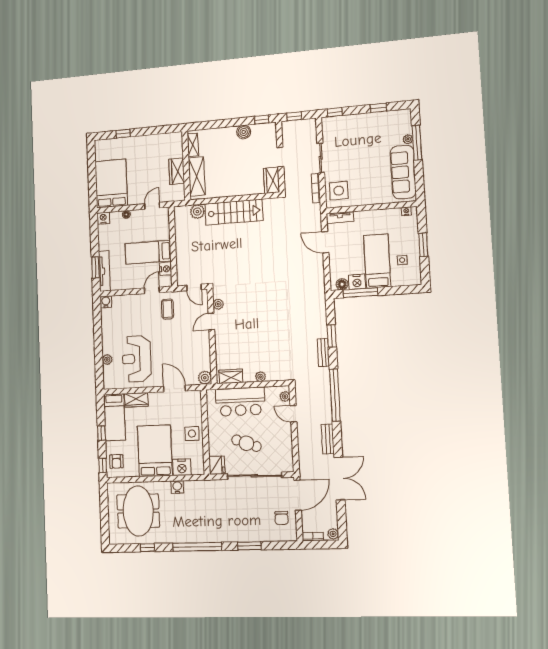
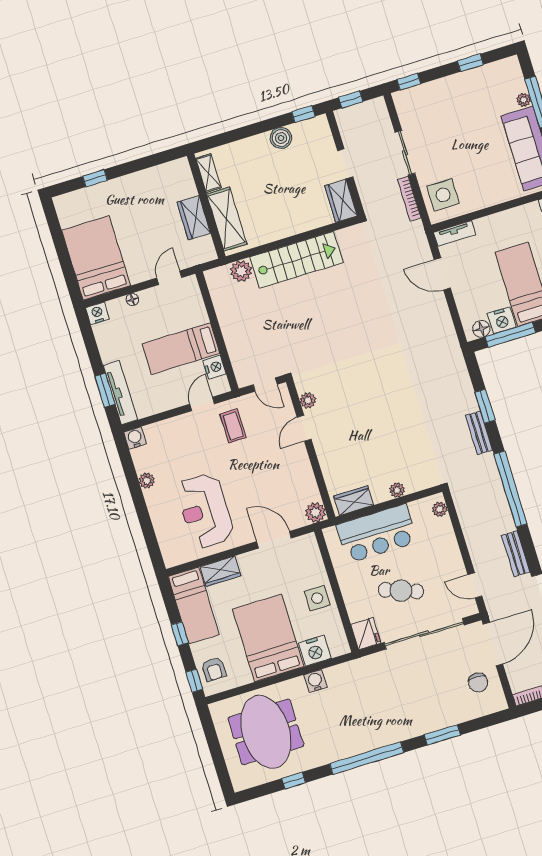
plant: (107, 360) -> (147, 481), moved
door: (293, 414) -> (475, 585), moved

